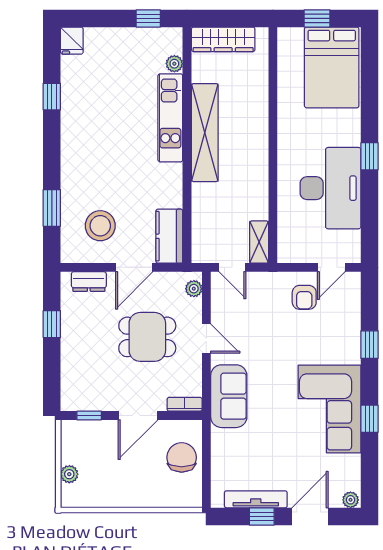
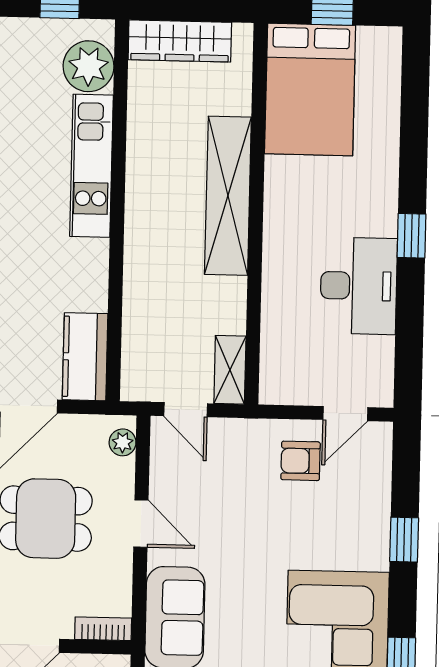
plant: (174, 64) -> (89, 66), width x1.88, depth x1.88
bed: (332, 67) -> (310, 90), moved
shelving: (205, 133) -> (228, 196), moved
desk: (330, 188) -> (359, 286), width x0.73, depth x0.77
armchair: (304, 297) -> (301, 461), turned 90

